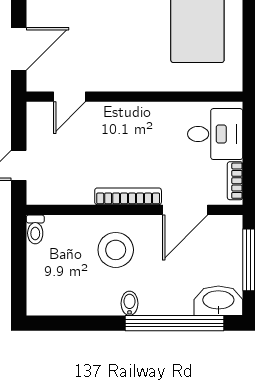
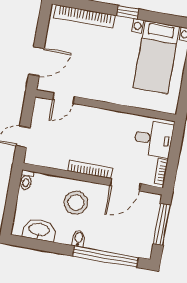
washbasin: (218, 301) -> (39, 230), moved

